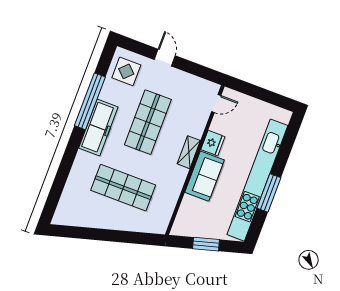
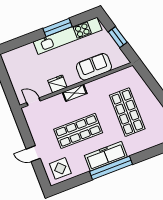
door: (165, 58) -> (33, 154), hinge flipped
window: (90, 101) -> (111, 168), moved
sofa: (205, 176) -> (94, 67), moved
kitchen unit: (257, 180) -> (68, 36), width x0.73

